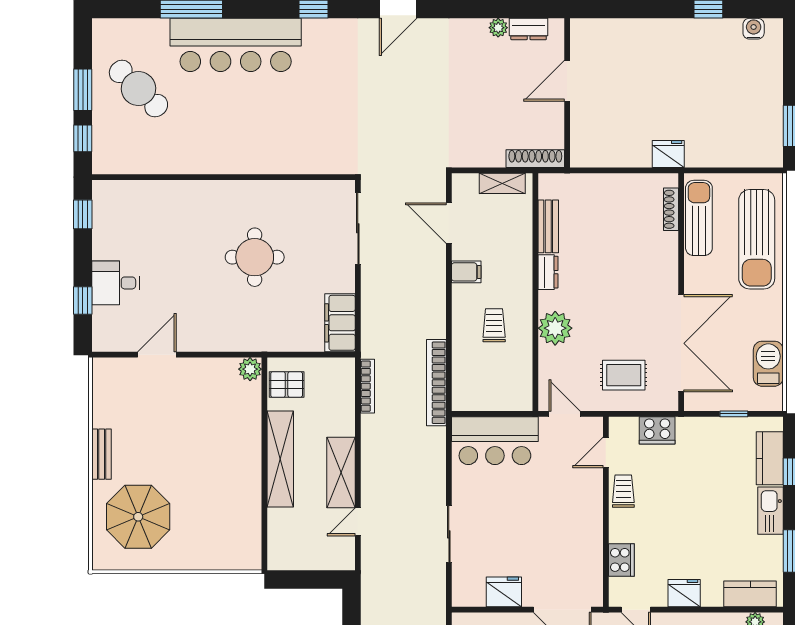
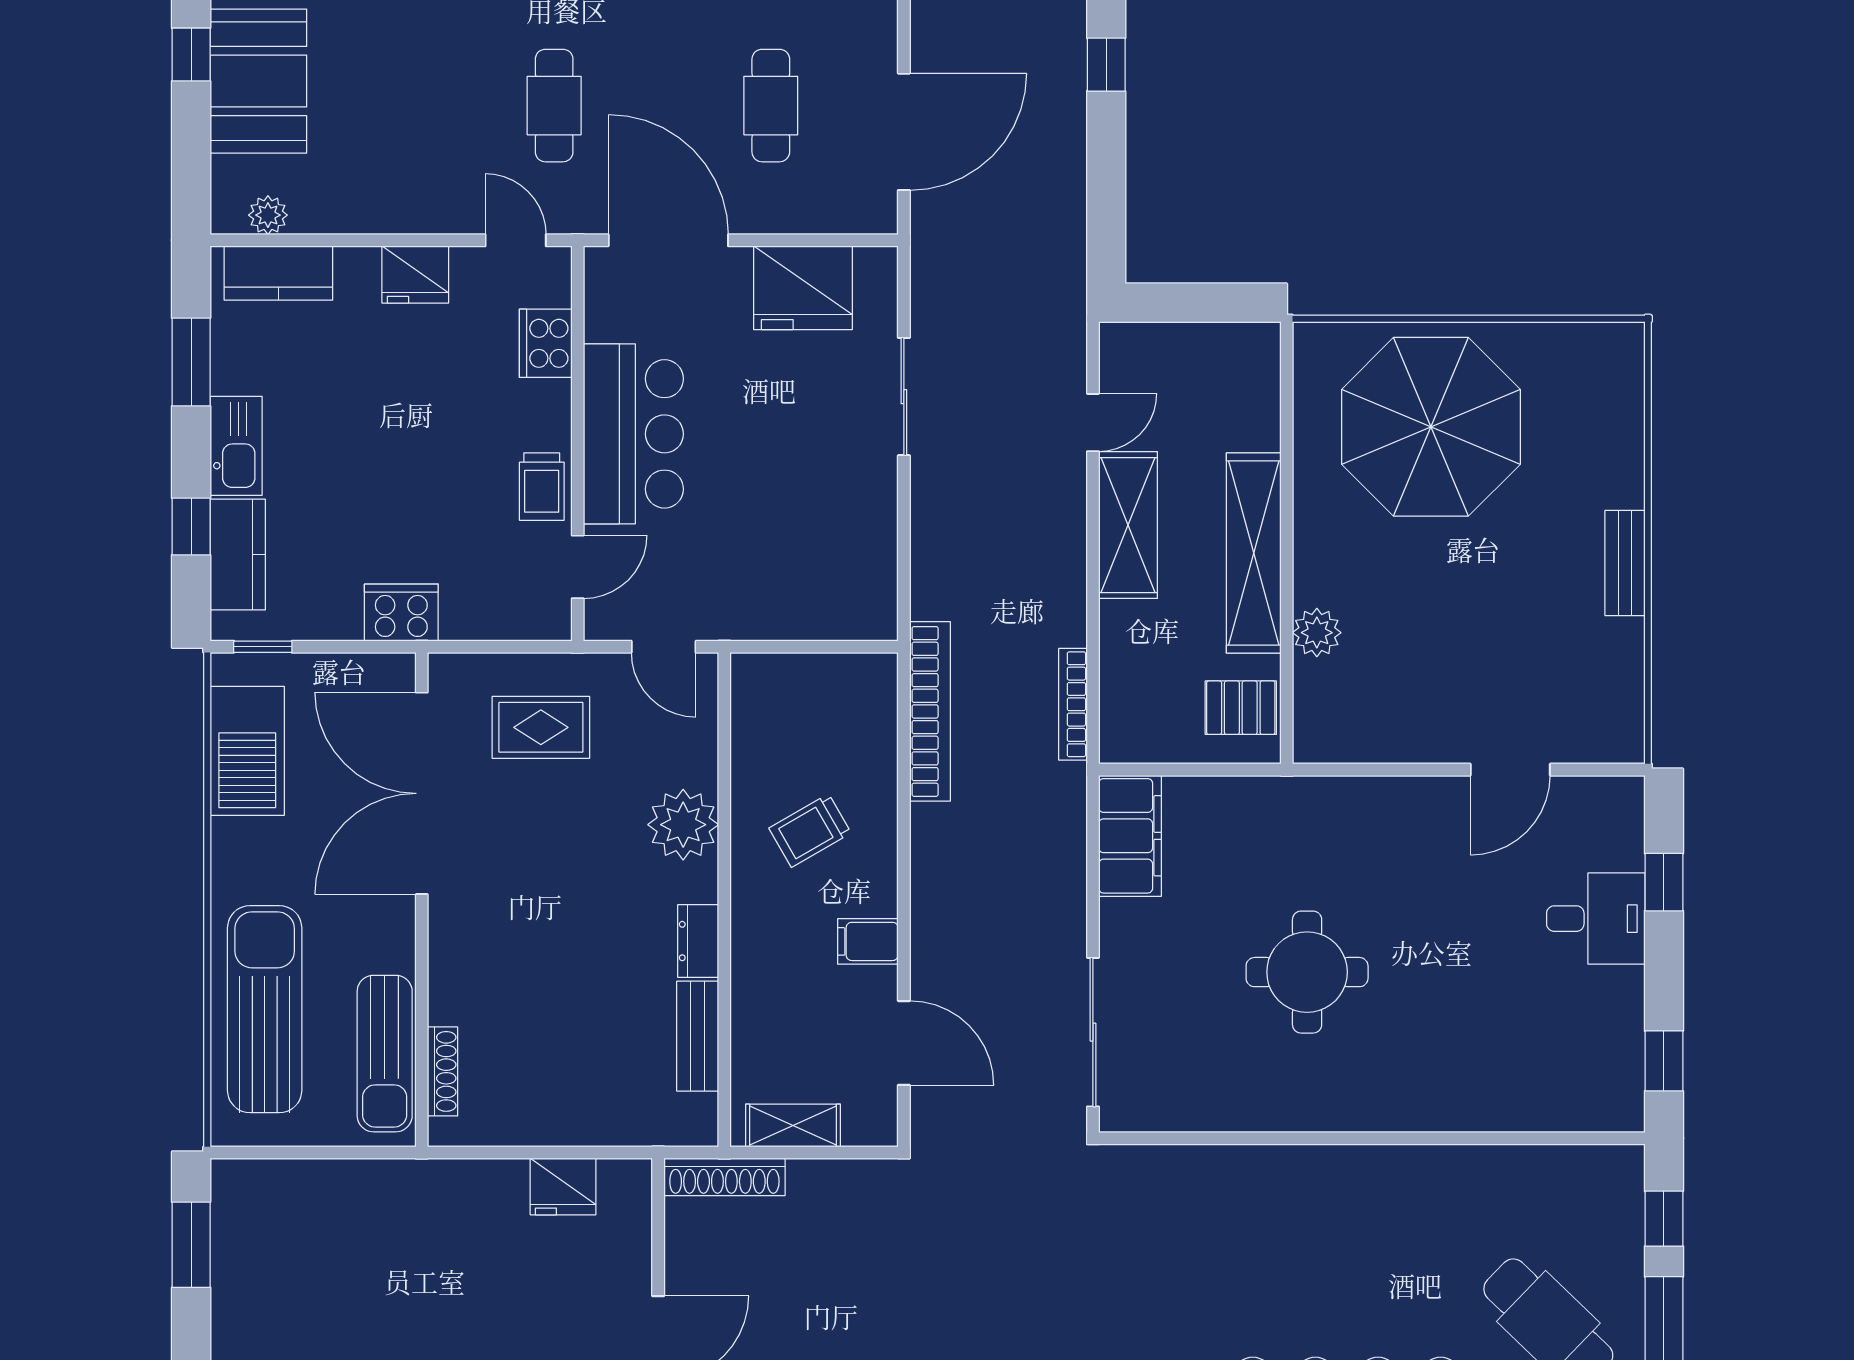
fridge: (668, 154) -> (563, 1186), moved
trolley: (494, 325) -> (810, 831), turned 60
barbecue: (768, 364) -> (247, 751), width x1.37, depth x1.21
plant: (250, 369) -> (1317, 633), moved
window: (734, 414) -> (263, 647), moved
cooker: (657, 430) -> (401, 613), moved
bar counter: (495, 441) -> (633, 434), moved, turned 90
parasol: (138, 517) -> (1431, 427), moved, width x1.36, depth x1.36
fridge: (504, 592) -> (803, 288), width x1.36, depth x1.34

